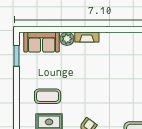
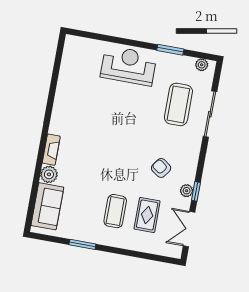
window: (17, 56) -> (82, 244), moved

